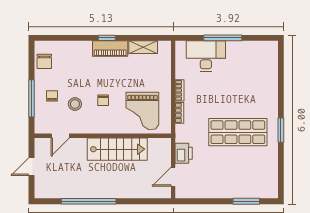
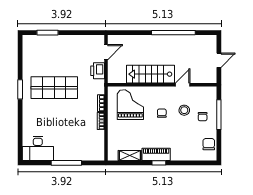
desk: (206, 56) -> (38, 148), moved
door: (60, 136) -> (183, 85), moved

